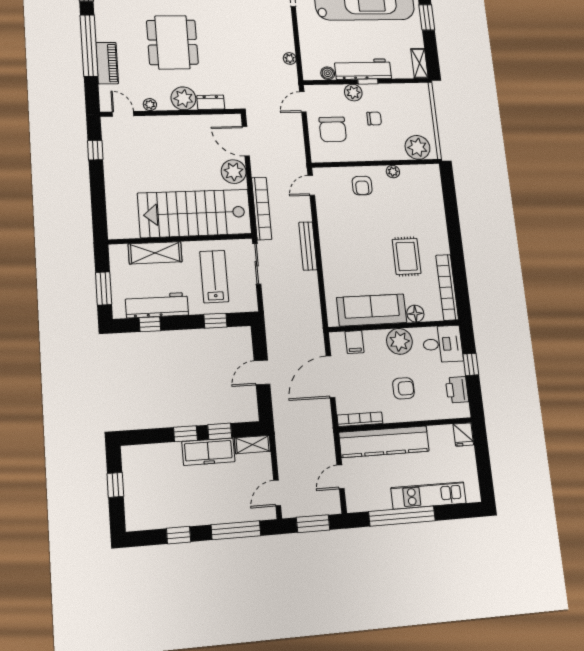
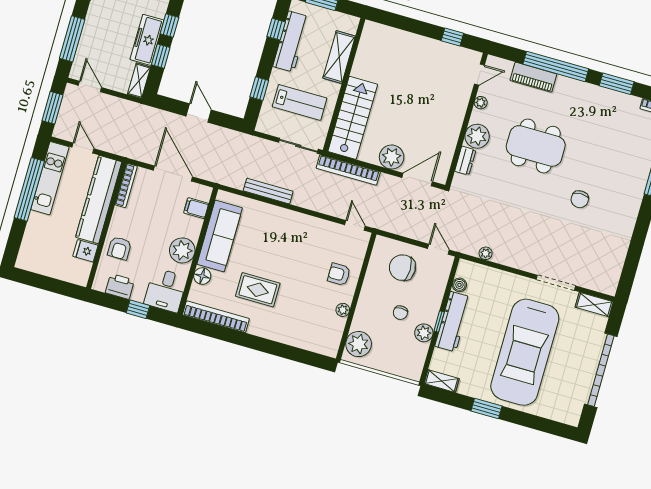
plant: (353, 93) -> (424, 333), moved
stairs: (195, 213) -> (353, 118), width x0.73, depth x0.66
bench: (308, 246) -> (268, 191), moved
armchair: (403, 388) -> (119, 248), moved
fridge: (463, 434) -> (85, 251), moved
kitchen unit: (429, 495) -> (50, 178), moved

